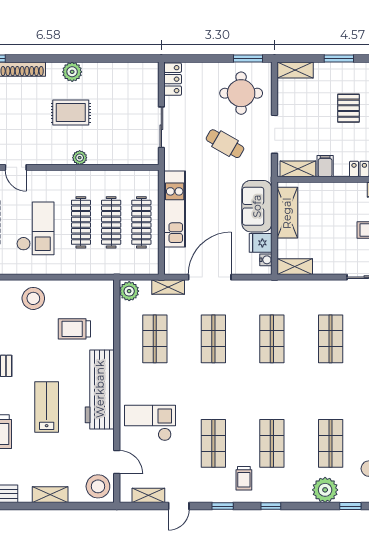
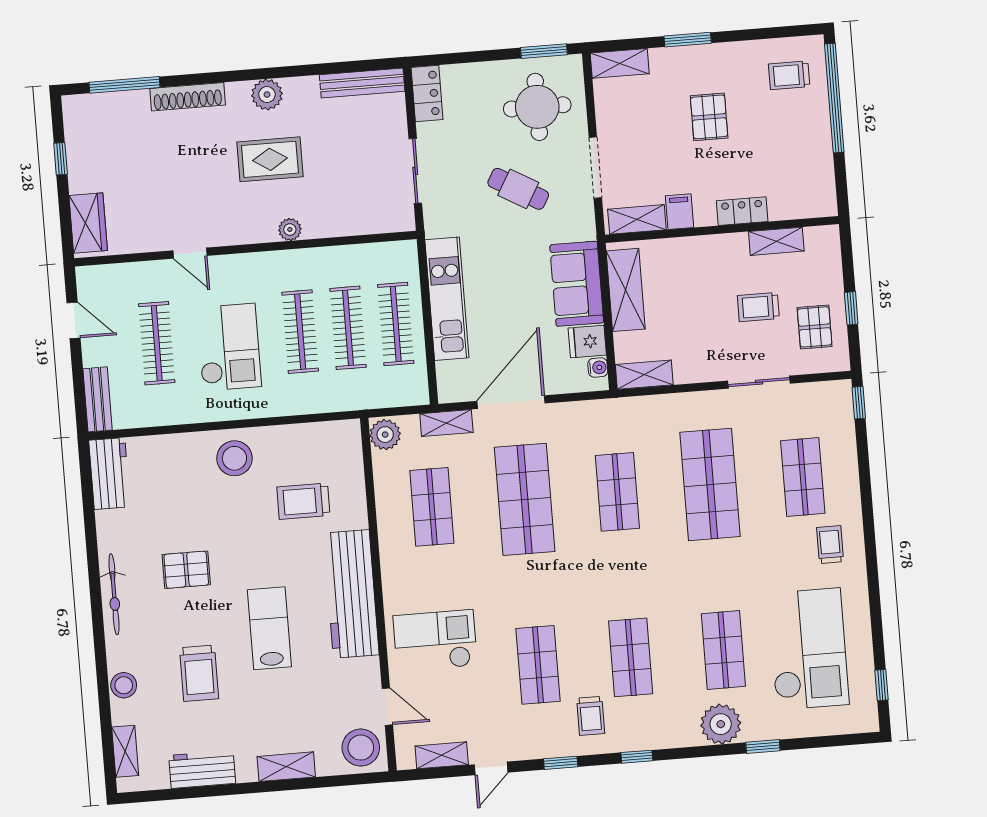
bench: (132, 69) -> (362, 83), added
shop shelf: (213, 339) -> (525, 499), width x1.43, depth x1.36
shop shelf: (331, 339) -> (710, 484), width x1.43, depth x1.36

